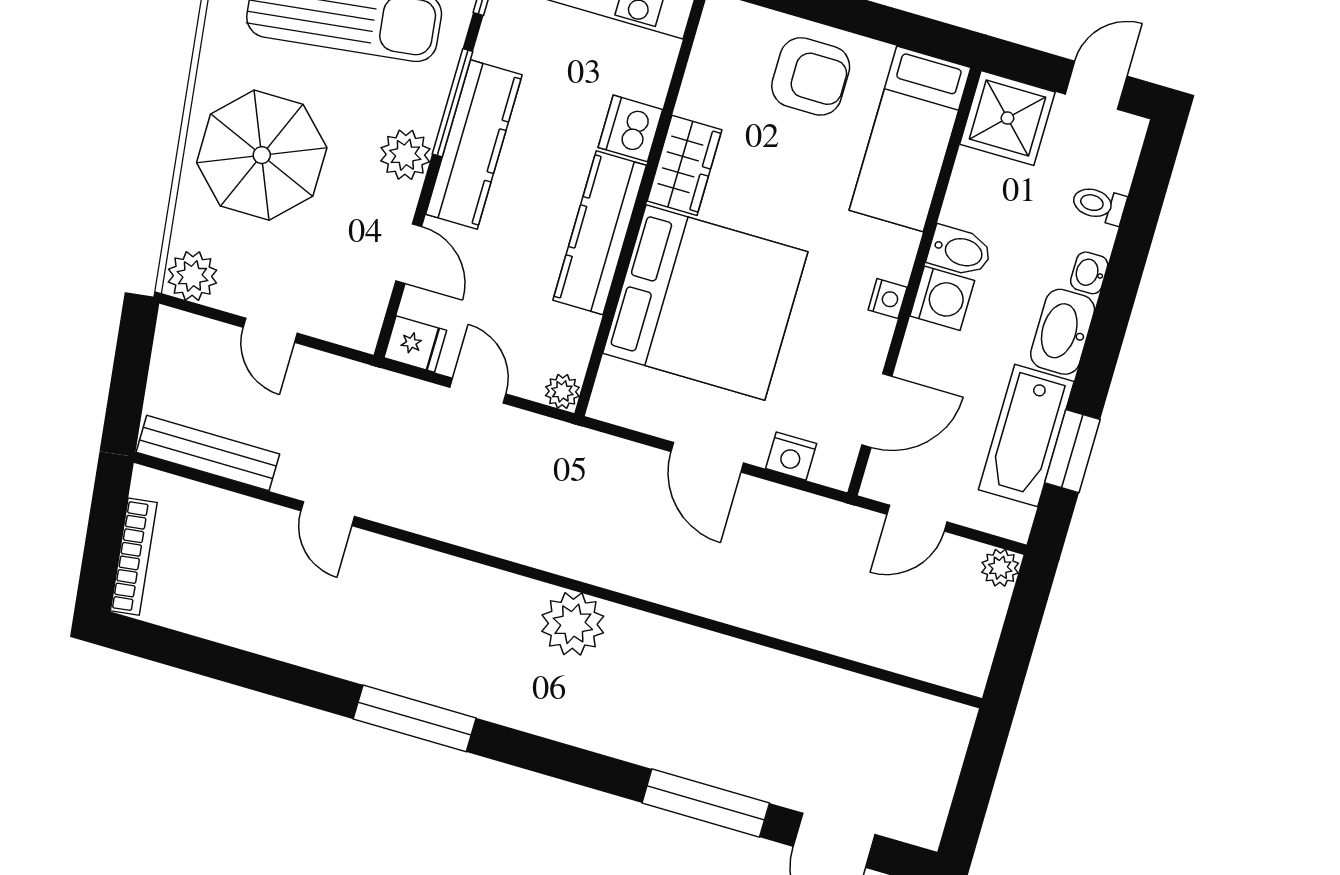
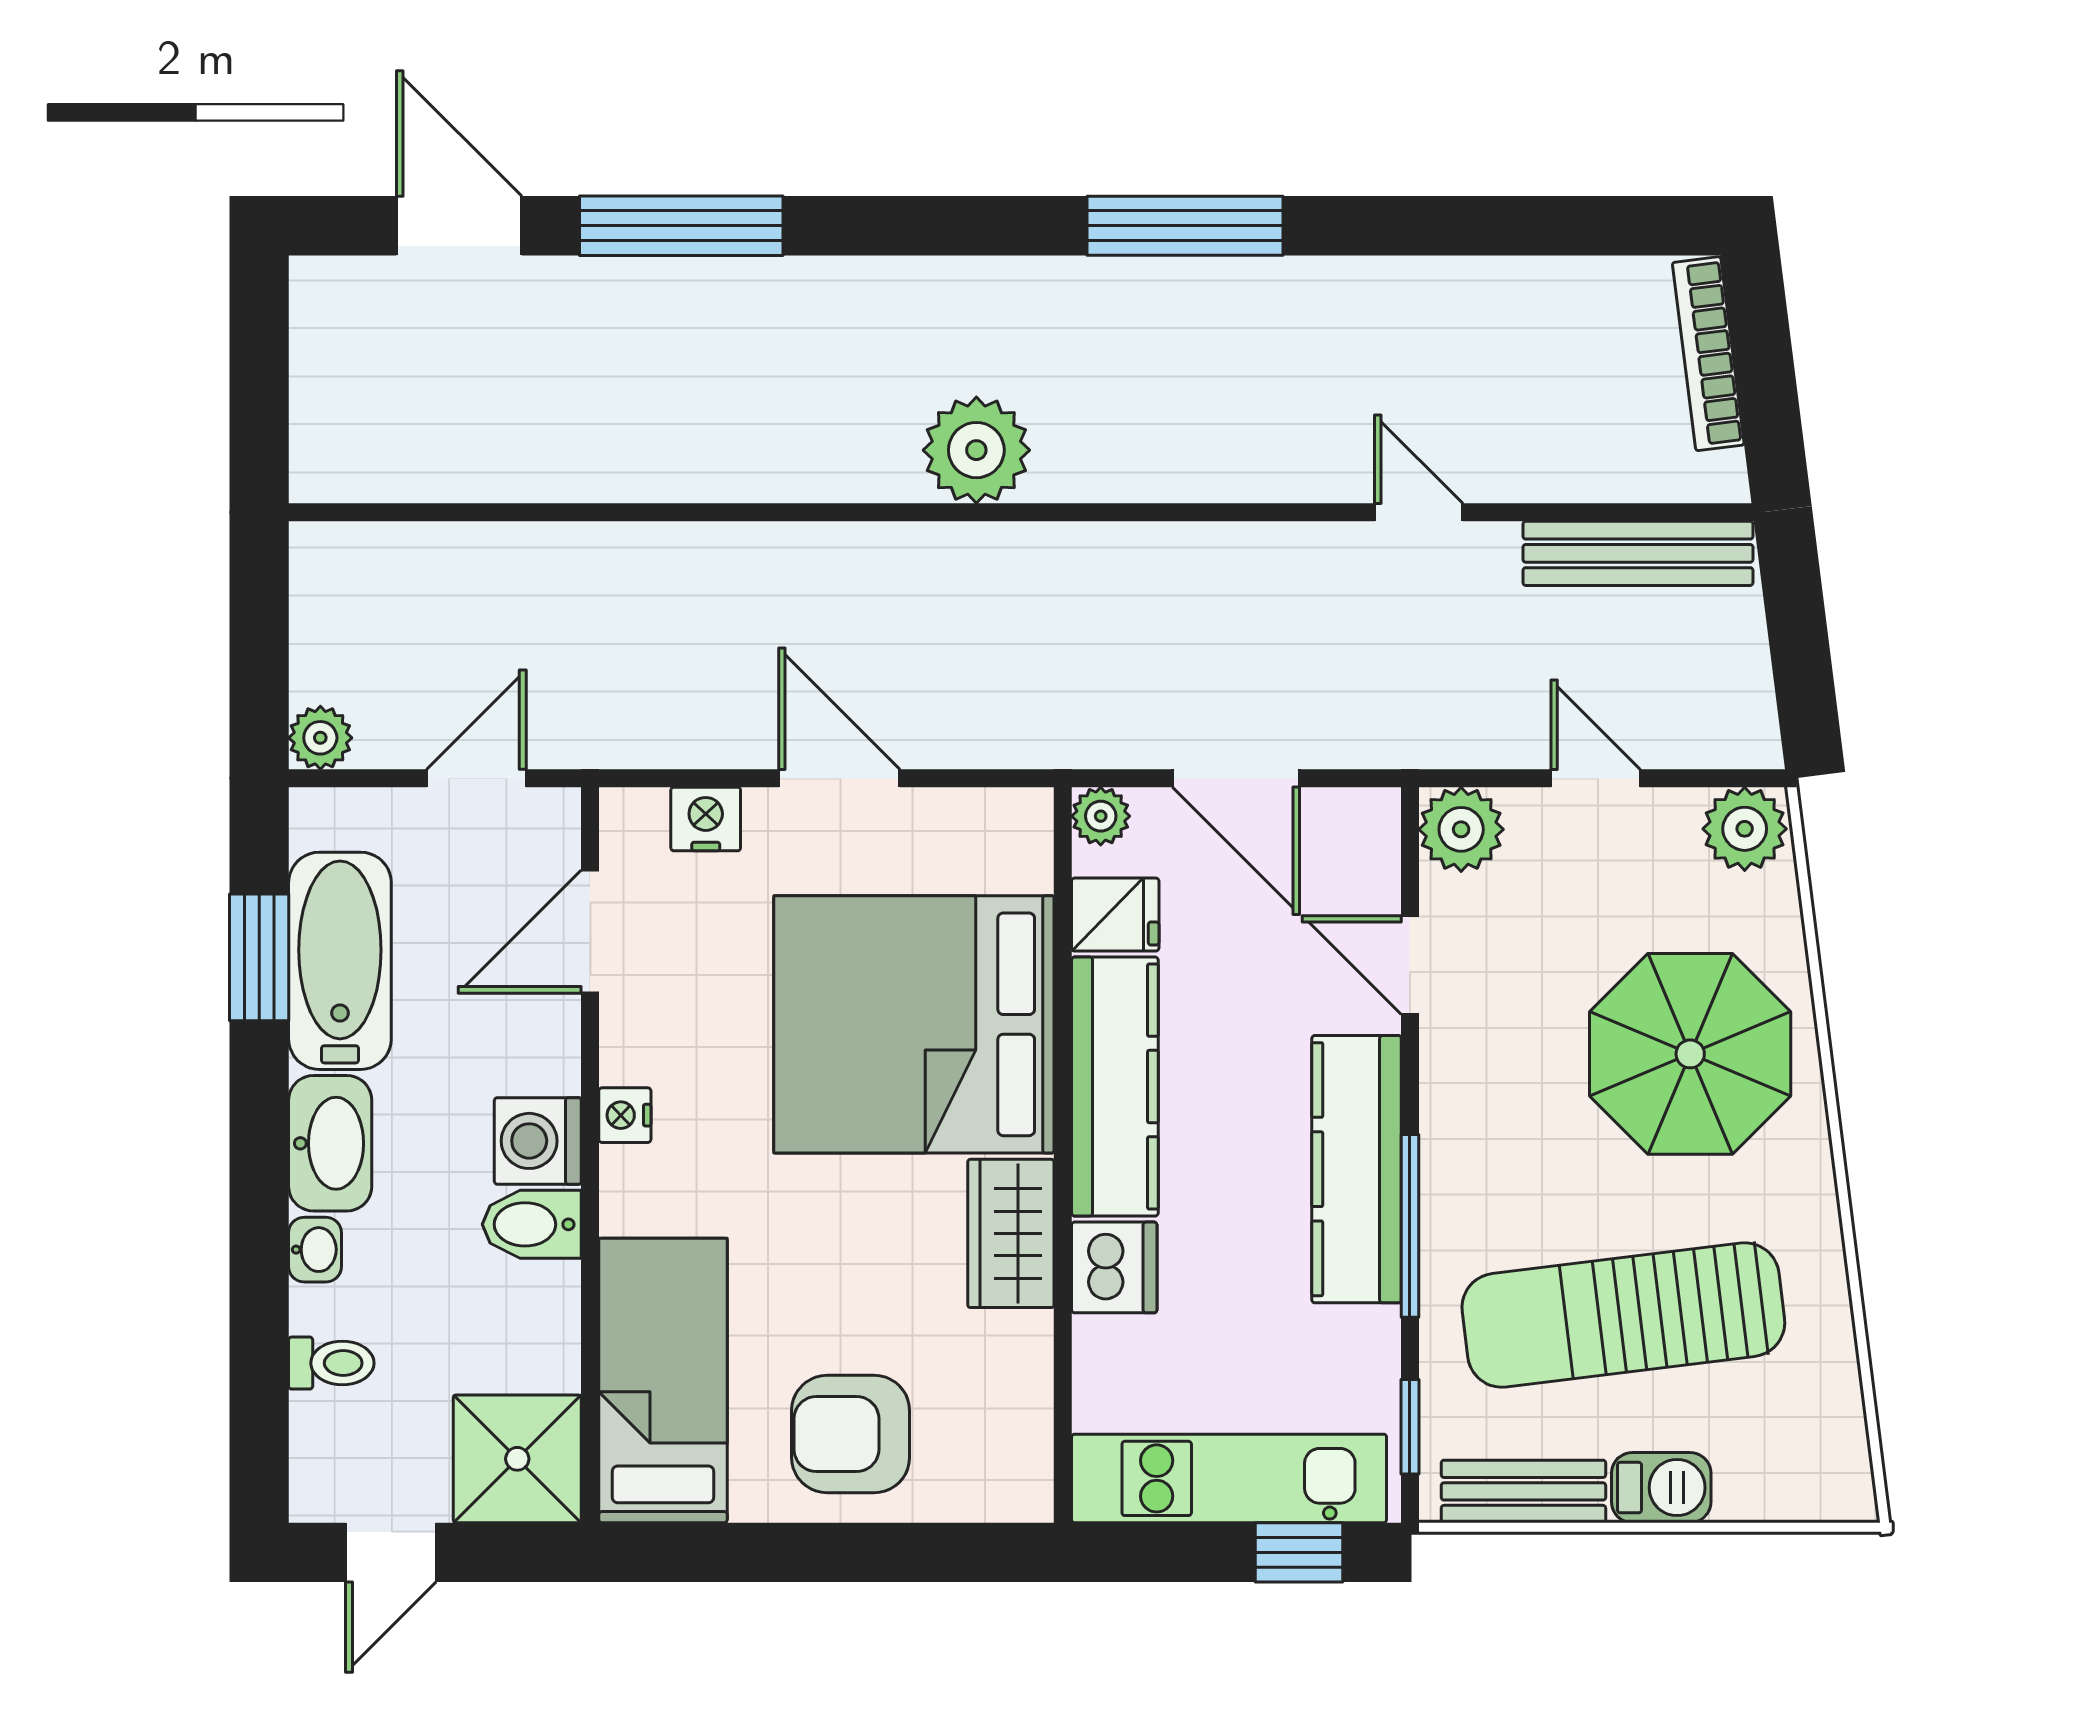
plant: (405, 155) -> (1461, 829), moved
fridge: (415, 344) -> (1115, 915), moved, turned 180
door: (478, 391) -> (1236, 778), width x1.38

